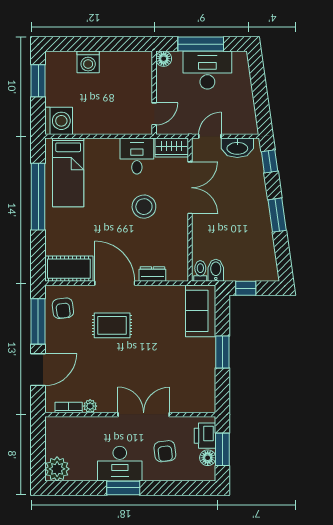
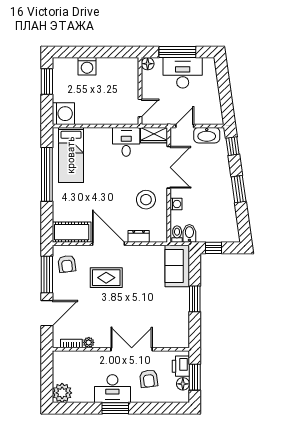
stool: (144, 207) -> (146, 200), moved
washing machine: (199, 234) -> (176, 204), added

